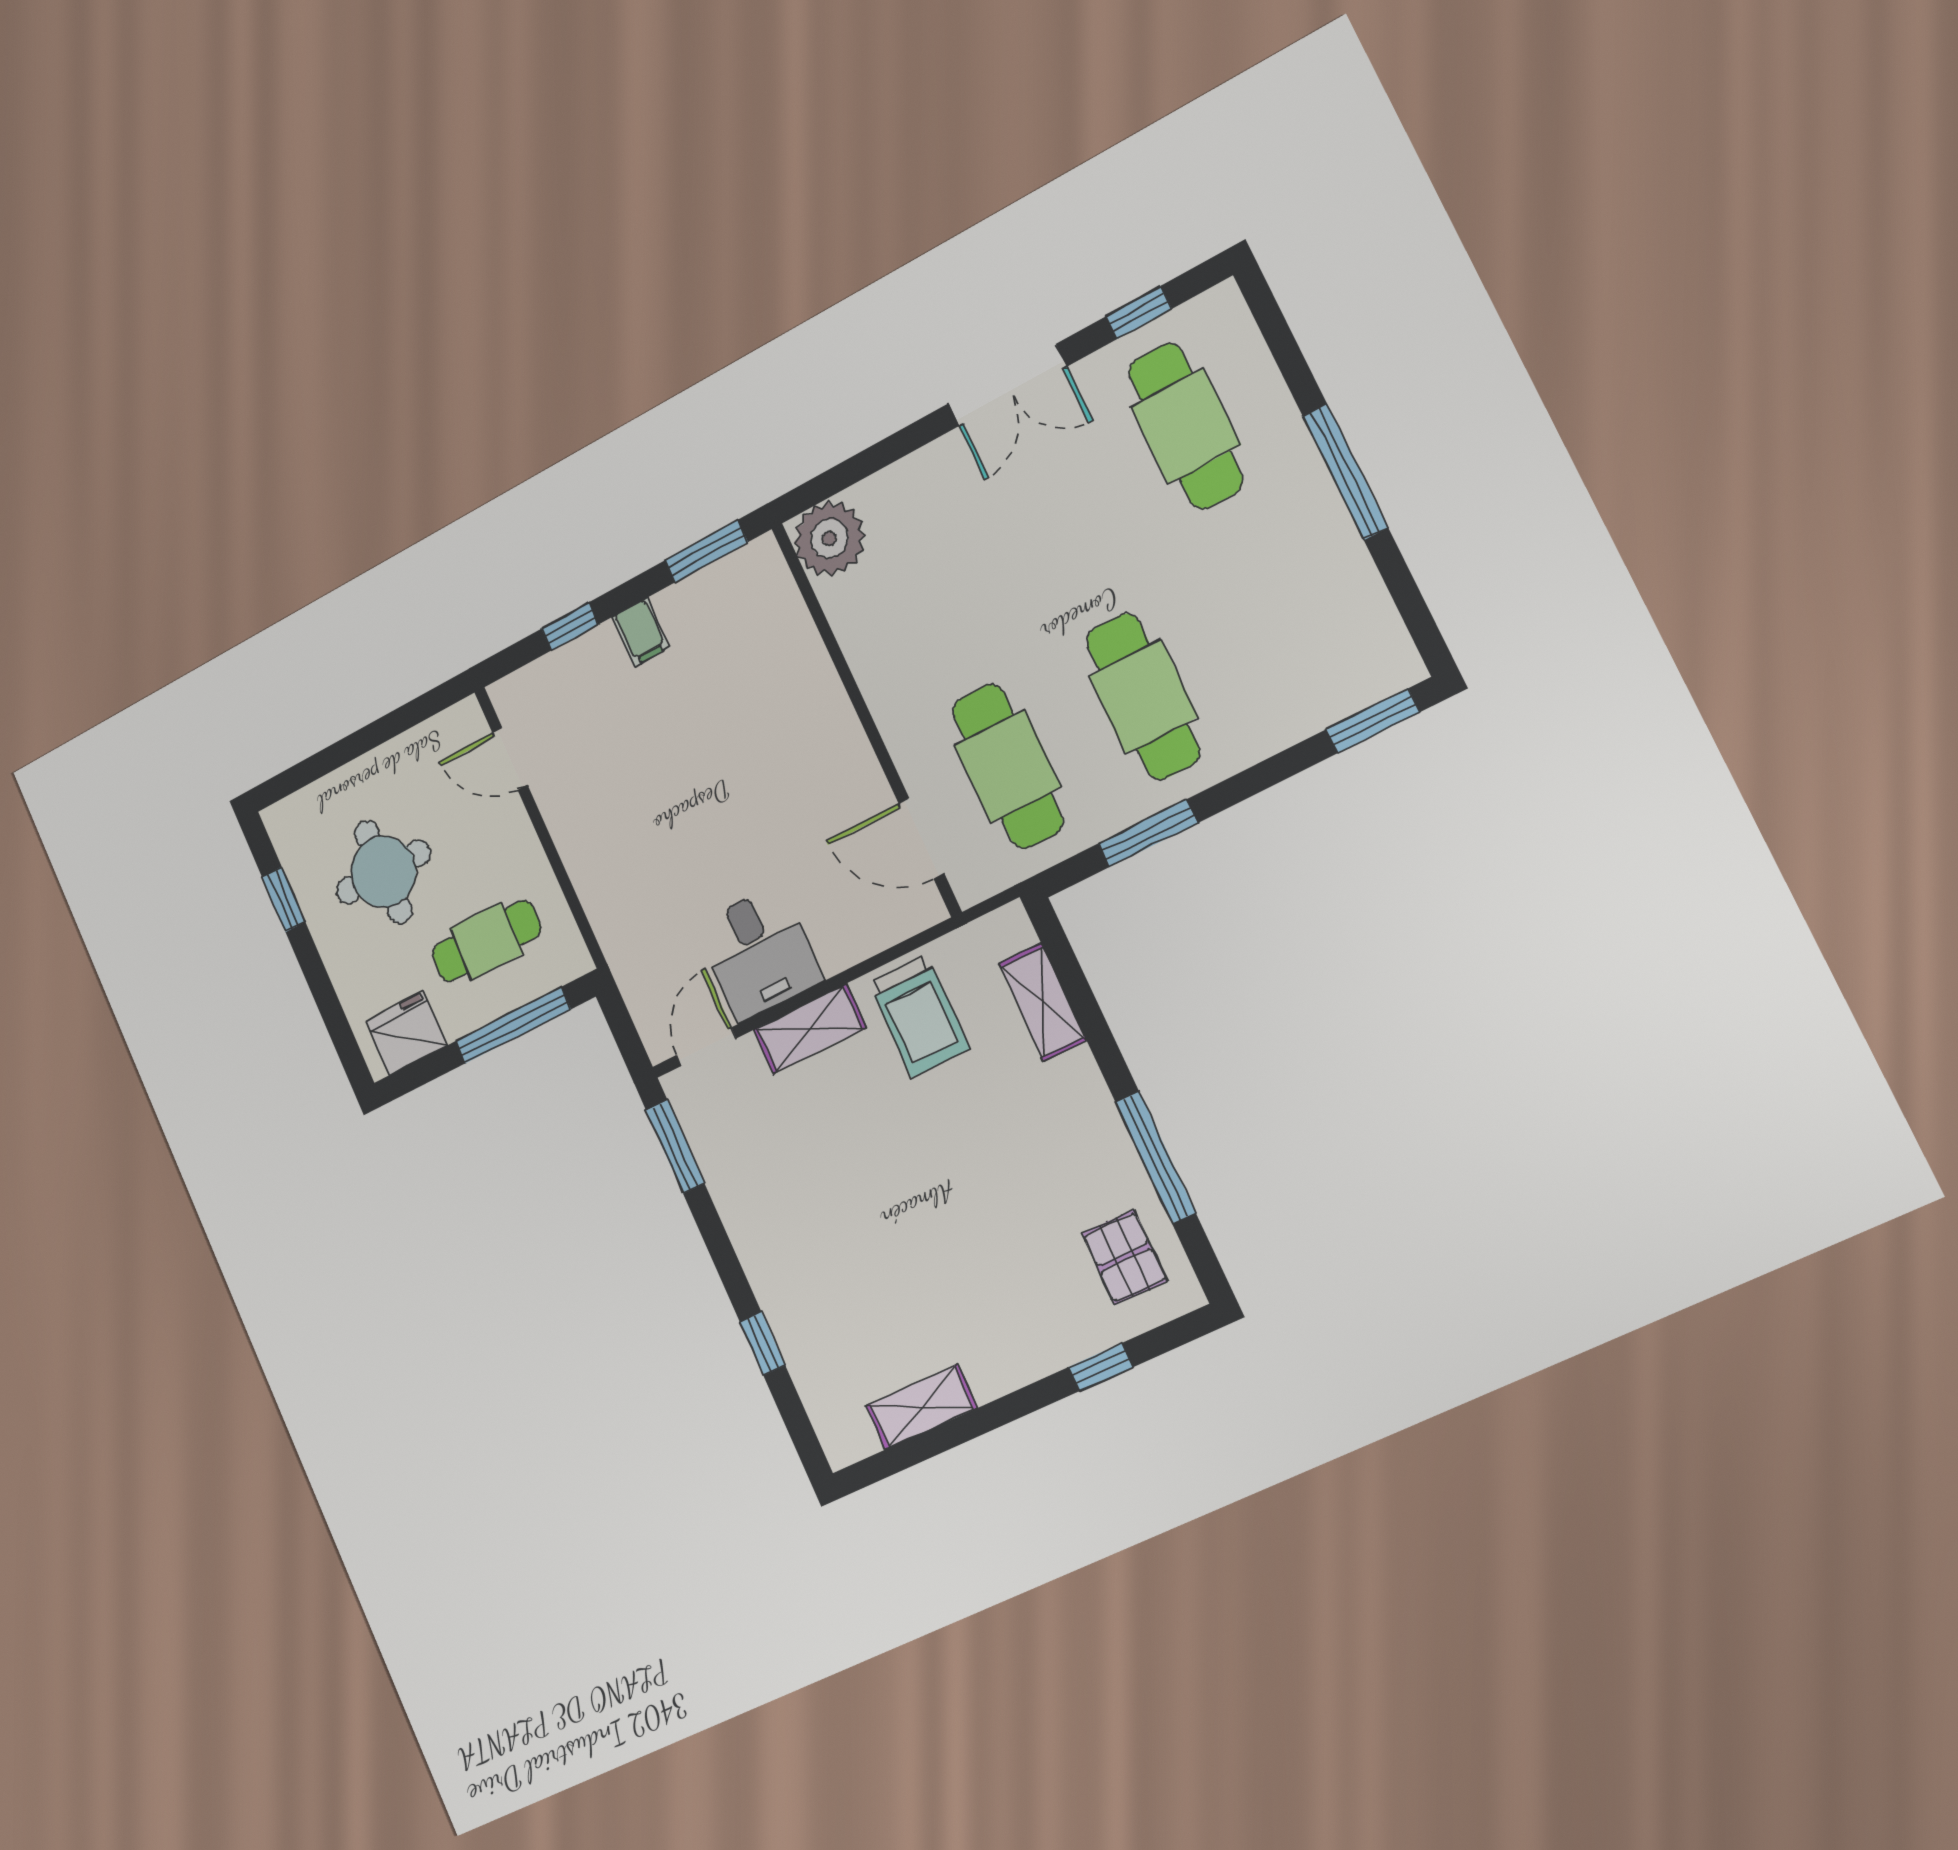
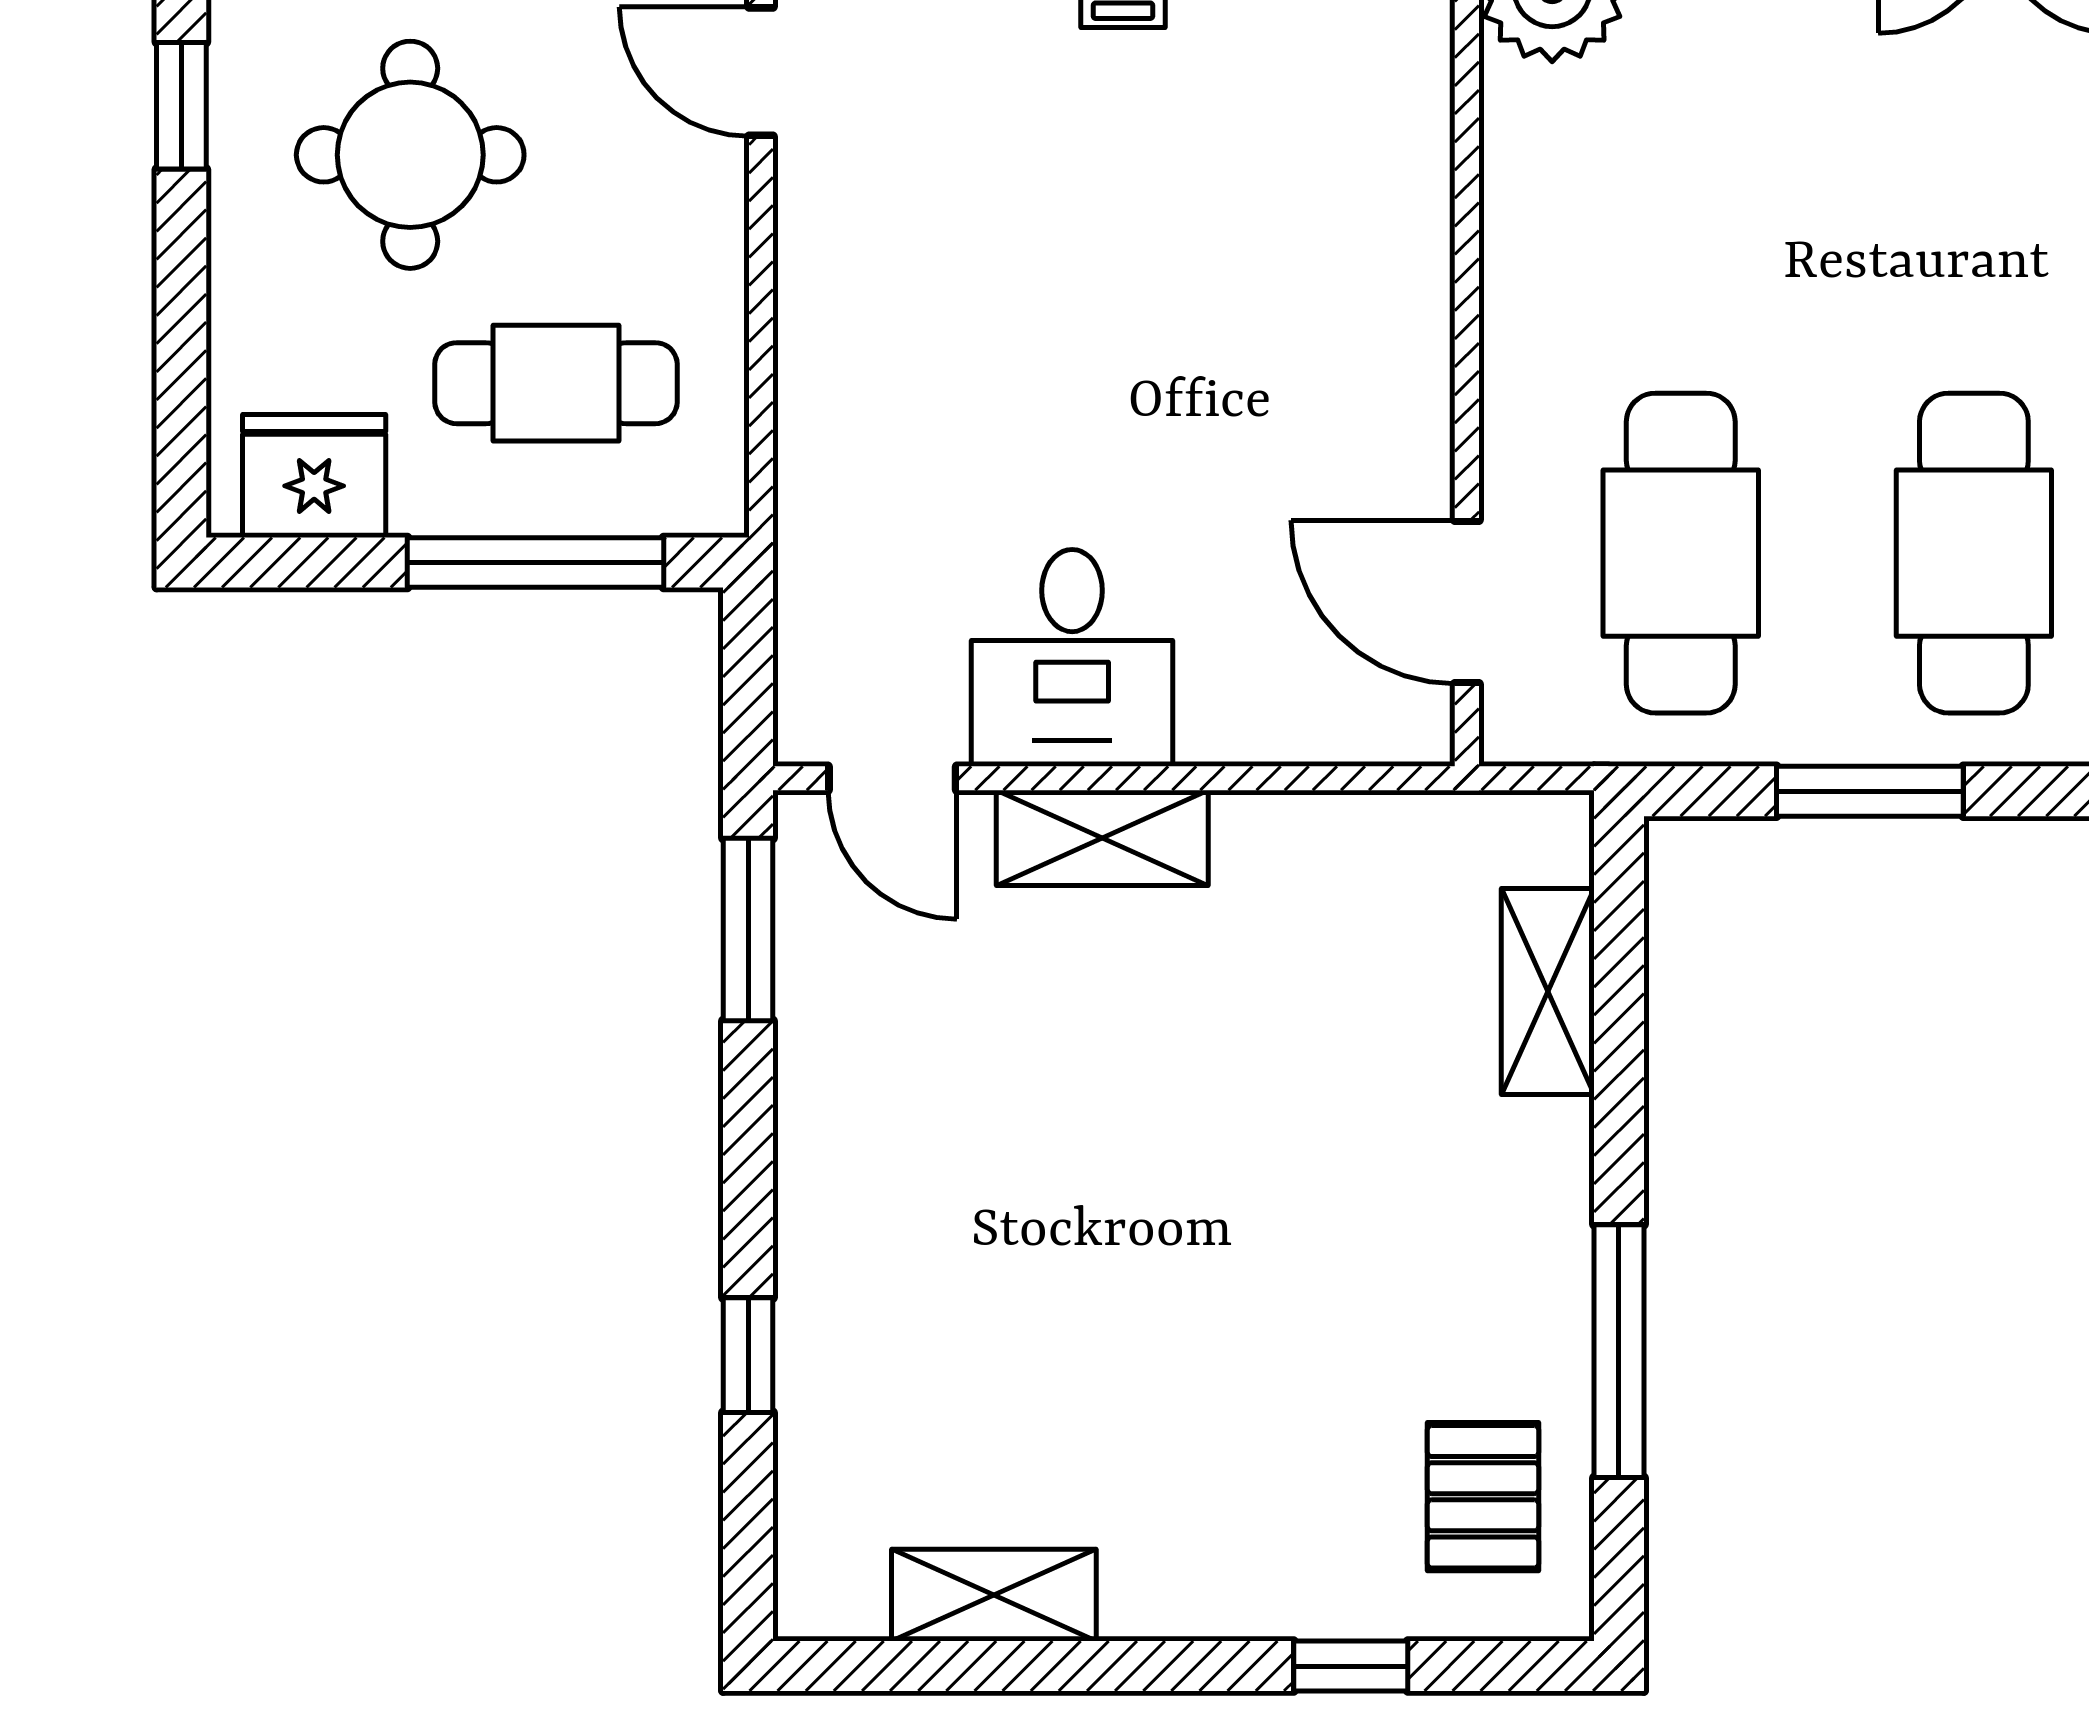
trolley: (919, 1016) -> (1315, 910), removed
door: (706, 1047) -> (892, 778), swing flipped

